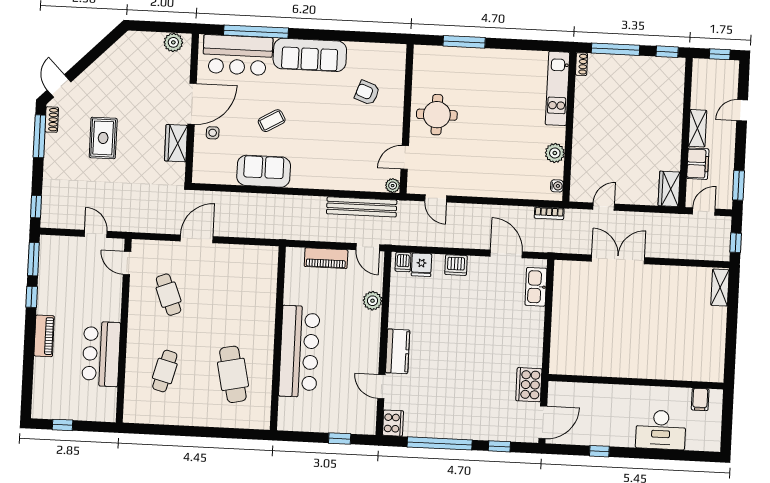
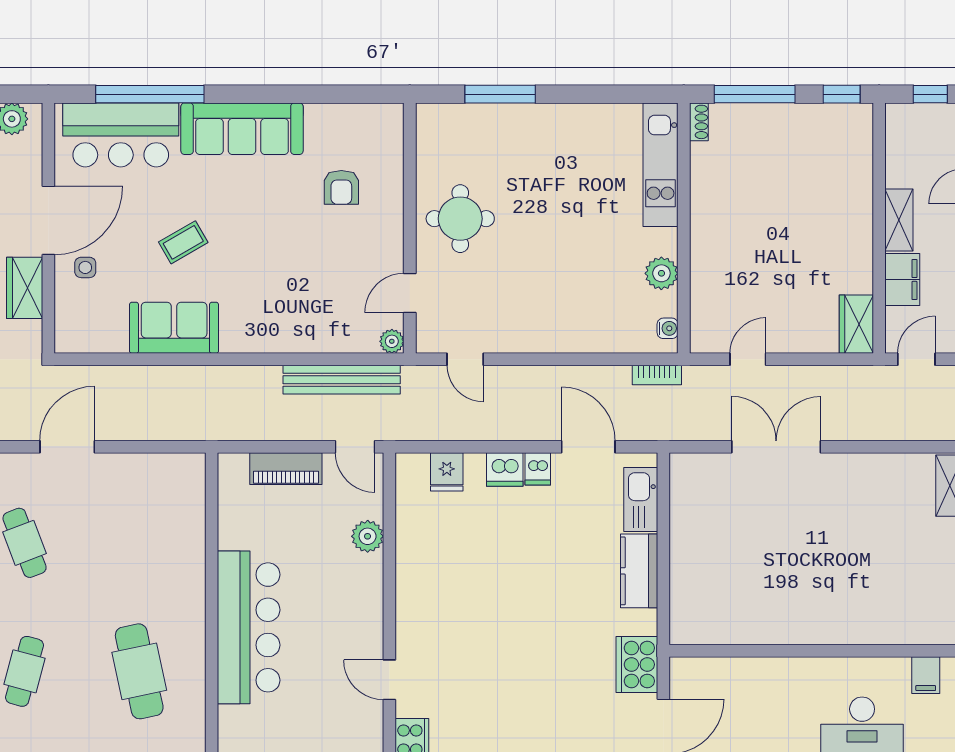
armchair: (367, 93) -> (341, 187), turned -110
dishwasher: (403, 262) -> (538, 469), moved
kitchen counter: (398, 351) -> (639, 571), moved, turned 180

